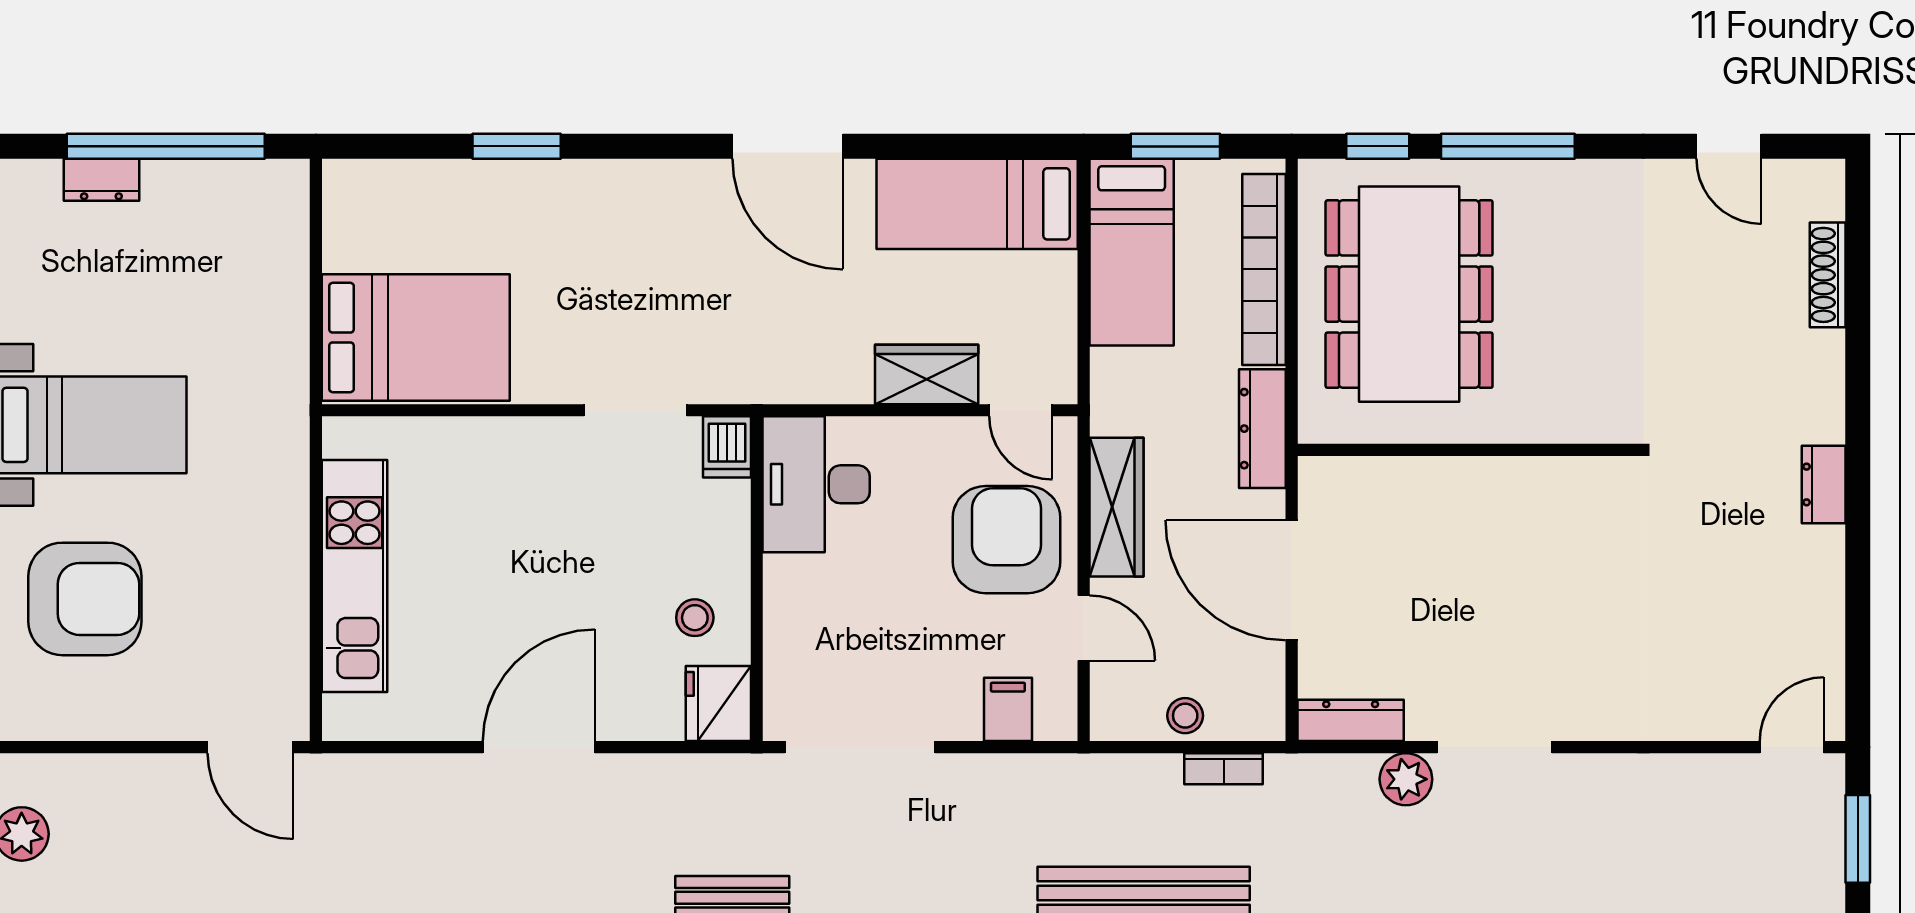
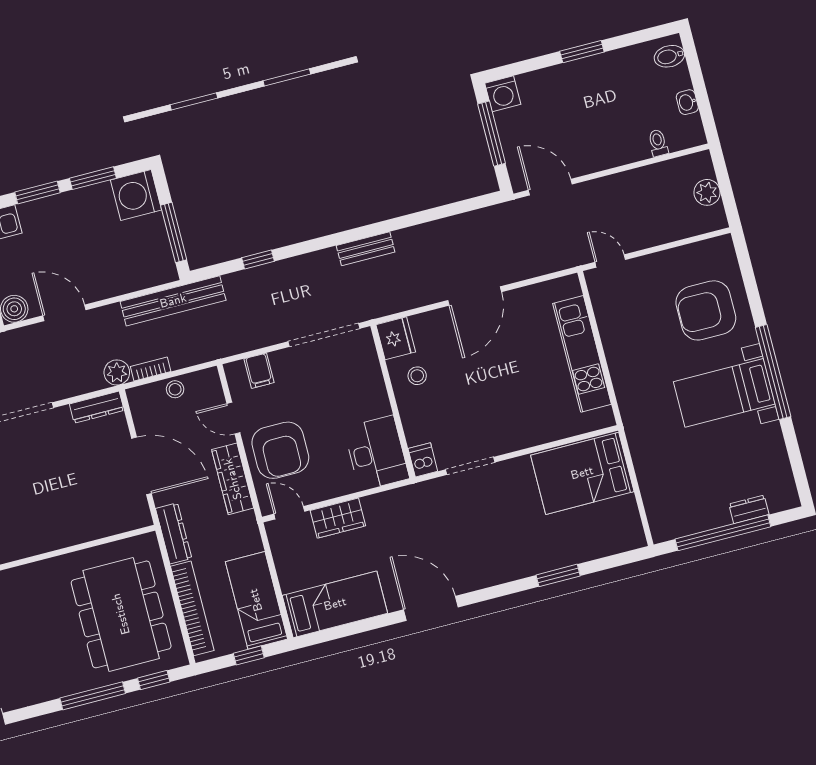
window: (1175, 146) -> (249, 655), width x0.67
door: (250, 747) -> (610, 261), width x0.73
plant: (1406, 779) -> (117, 372), moved

